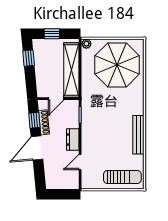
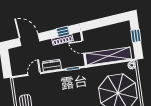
window: (29, 58) -> (113, 20), removed
door: (37, 148) -> (29, 40), moved
door: (80, 162) -> (34, 74), hinge flipped

